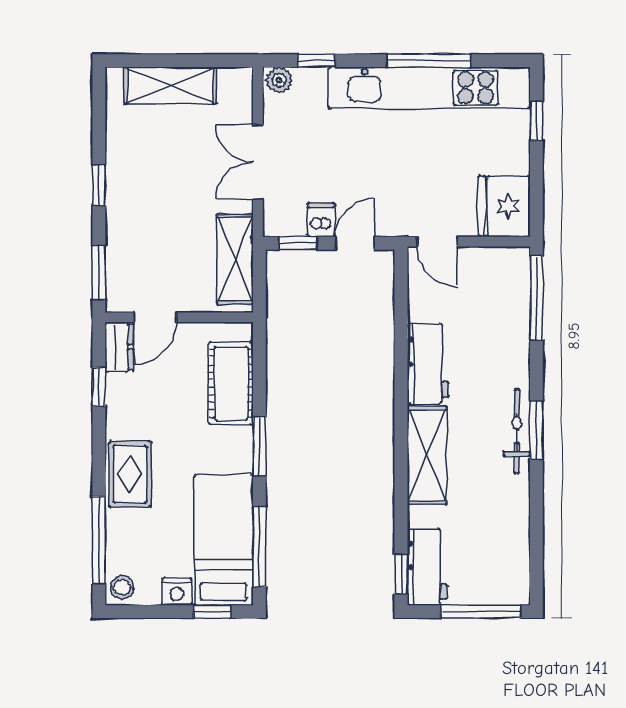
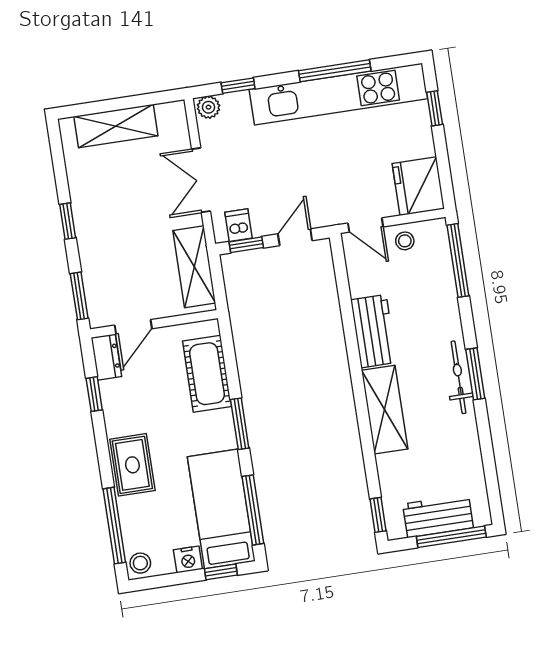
dishwasher: (321, 220) -> (239, 225), moved
stool: (479, 267) -> (405, 241), added
workbench: (427, 567) -> (438, 516), moved, turned -90

